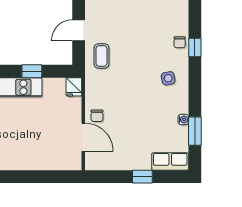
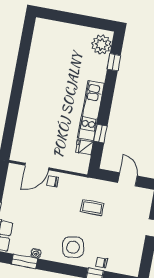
coffee table: (101, 56) -> (92, 208), moved
side table: (168, 78) -> (73, 247), width x1.87, depth x1.87
fridge: (74, 87) -> (84, 147), moved

